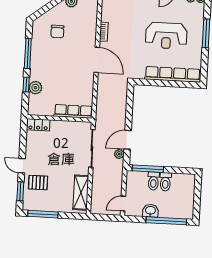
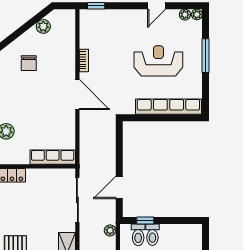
reception desk: (166, 36) -> (158, 61), turned 180
plant: (119, 154) -> (110, 230), moved
window: (148, 169) -> (145, 220), width x0.46
toilet: (165, 182) -> (138, 235), moved

